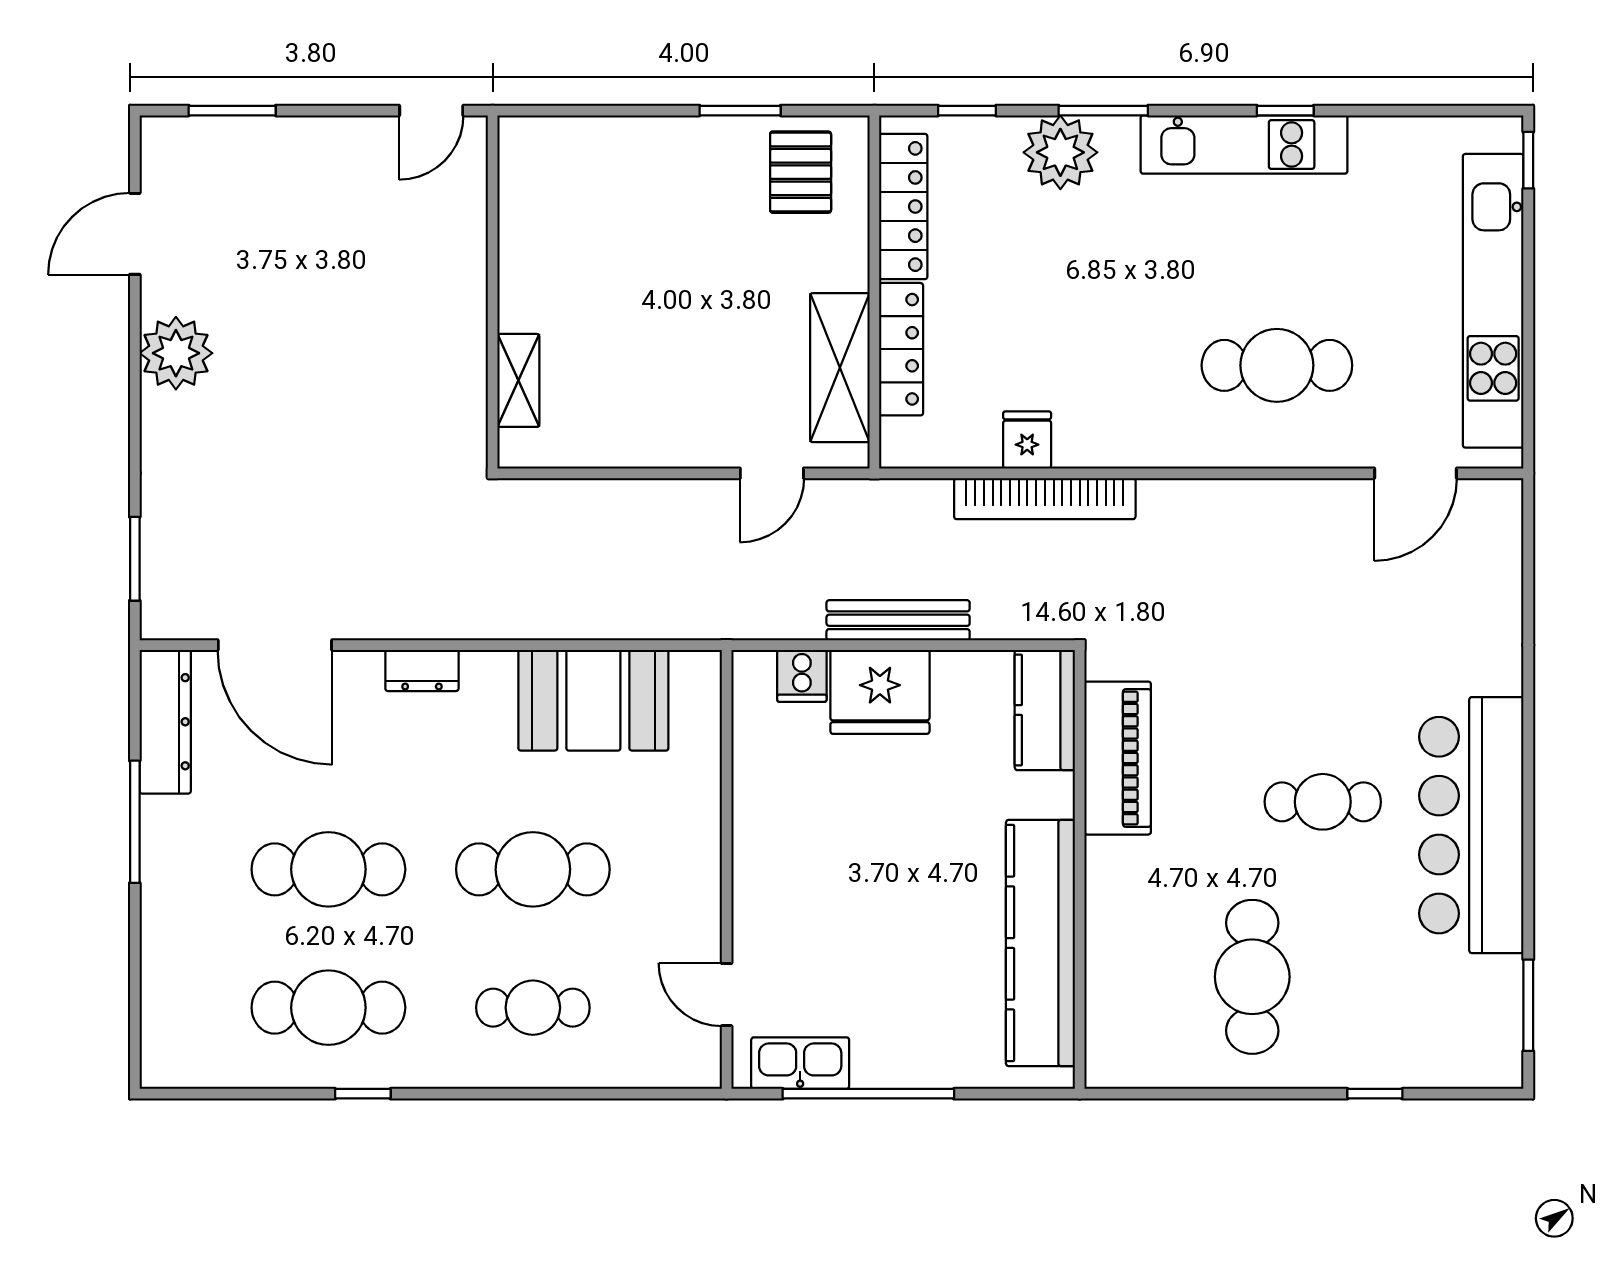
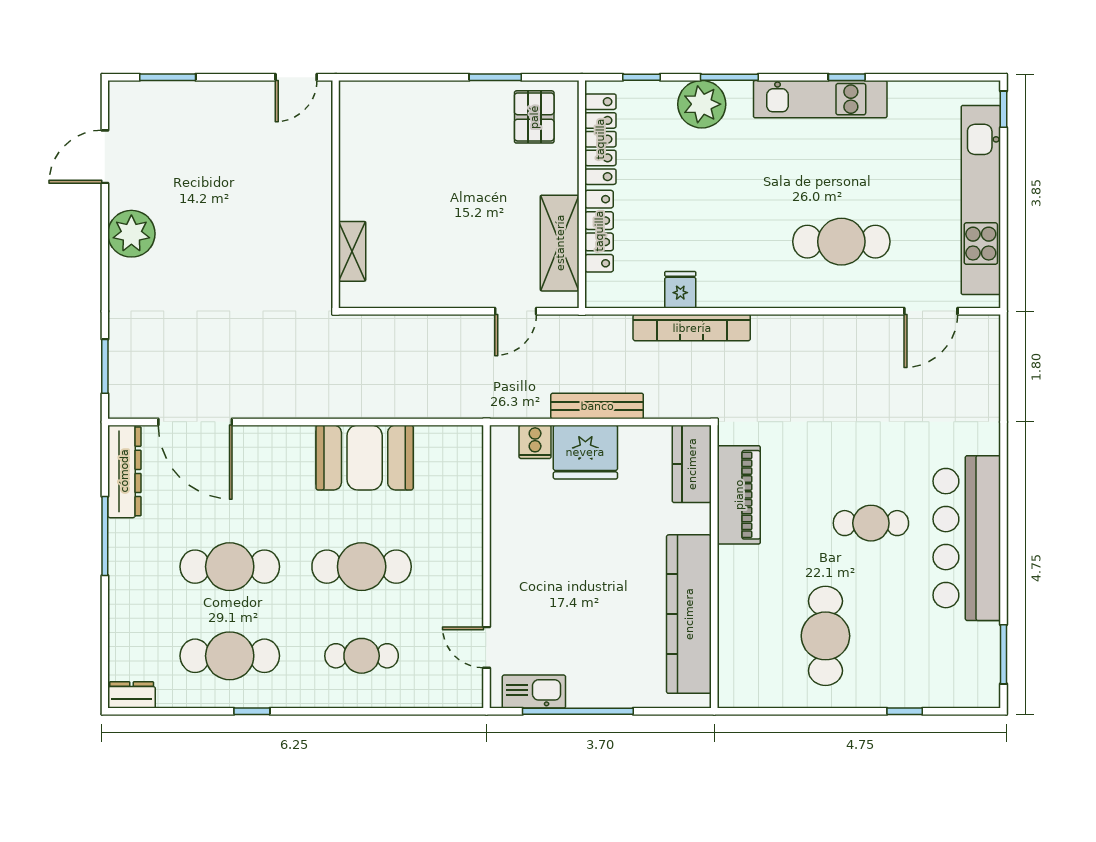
dresser: (422, 670) -> (132, 695), moved, turned 180
booth: (593, 700) -> (365, 458), moved

